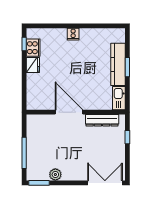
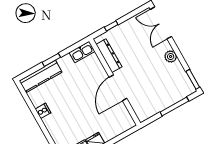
cooker: (73, 34) -> (43, 111), moved
kitchen counter: (118, 64) -> (41, 76), moved
plant: (55, 174) -> (171, 56), moved

